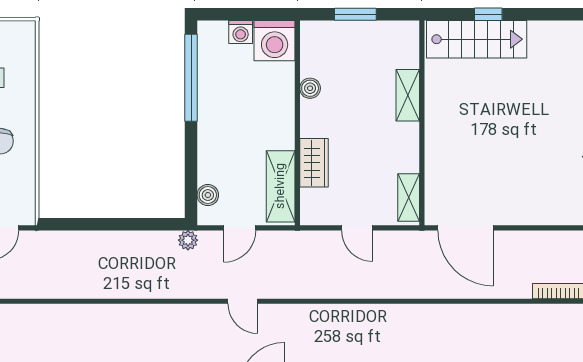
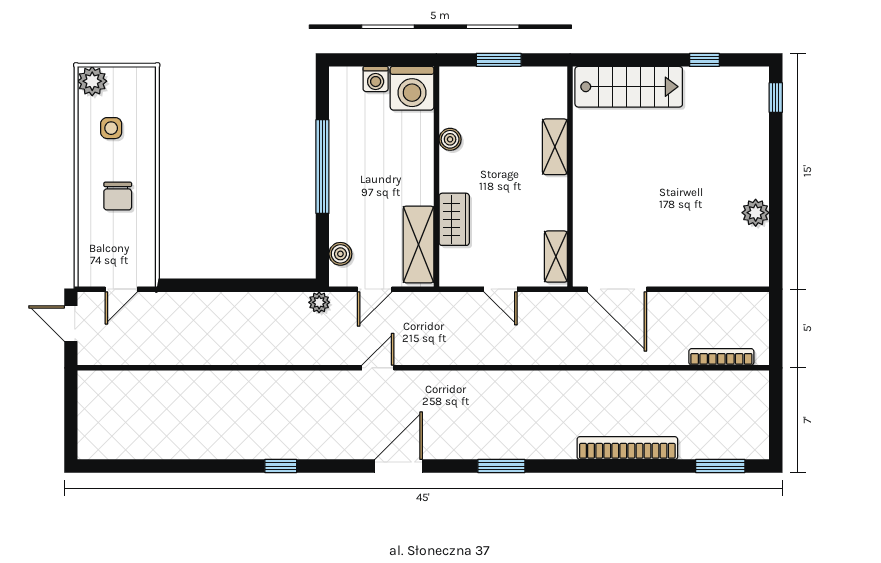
window: (488, 14) -> (704, 60), moved
window: (191, 78) -> (322, 167), moved
door: (243, 301) -> (378, 368), swing flipped

